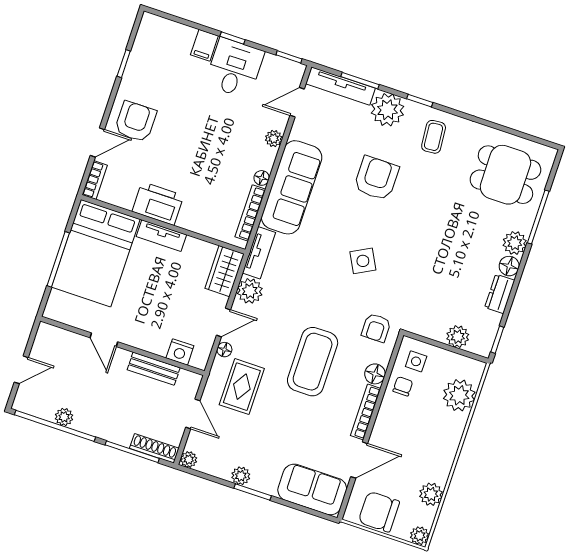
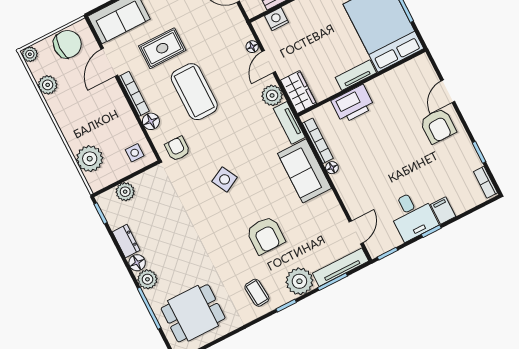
plant: (274, 139) -> (348, 197), removed
bookcase: (95, 180) -> (485, 182), moved
sofa: (292, 187) -> (304, 171), width x0.73
printer: (158, 204) -> (353, 104), moved
chair: (403, 386) -> (128, 131), removed
rug: (242, 387) -> (162, 48), moved, turned 90

